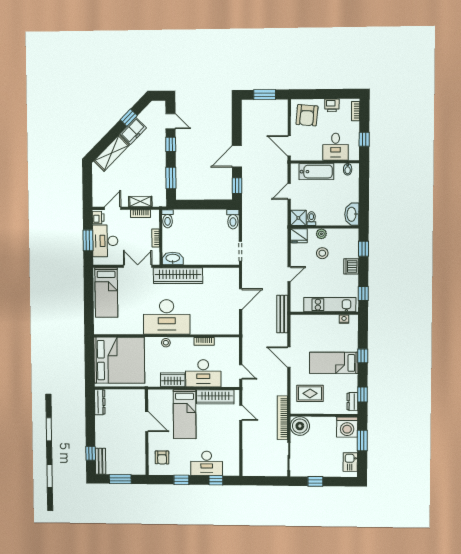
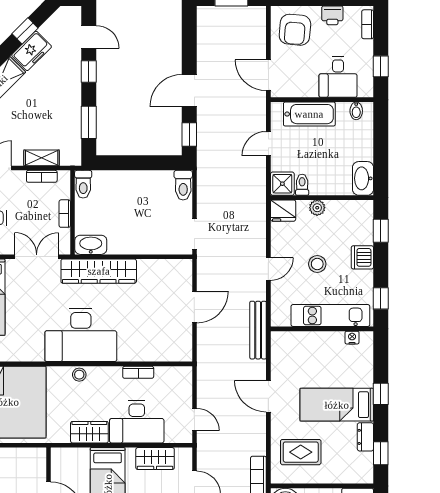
stool: (322, 253) -> (317, 264), moved
wardrobe: (215, 397) -> (155, 459), width x0.67
dresser: (352, 402) -> (365, 437), moved

